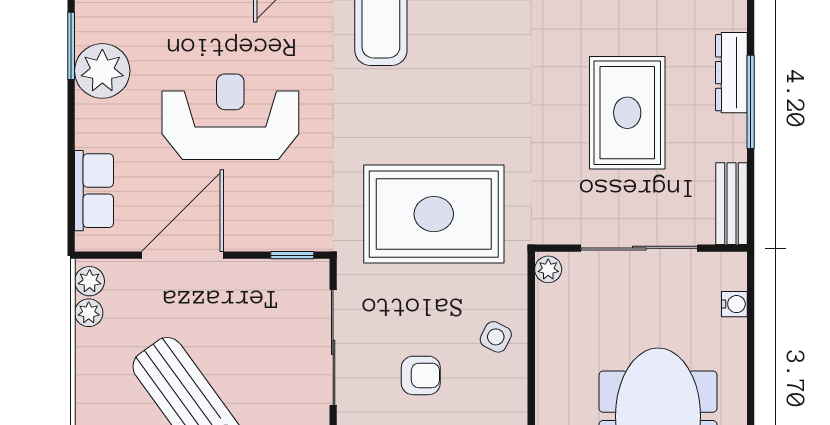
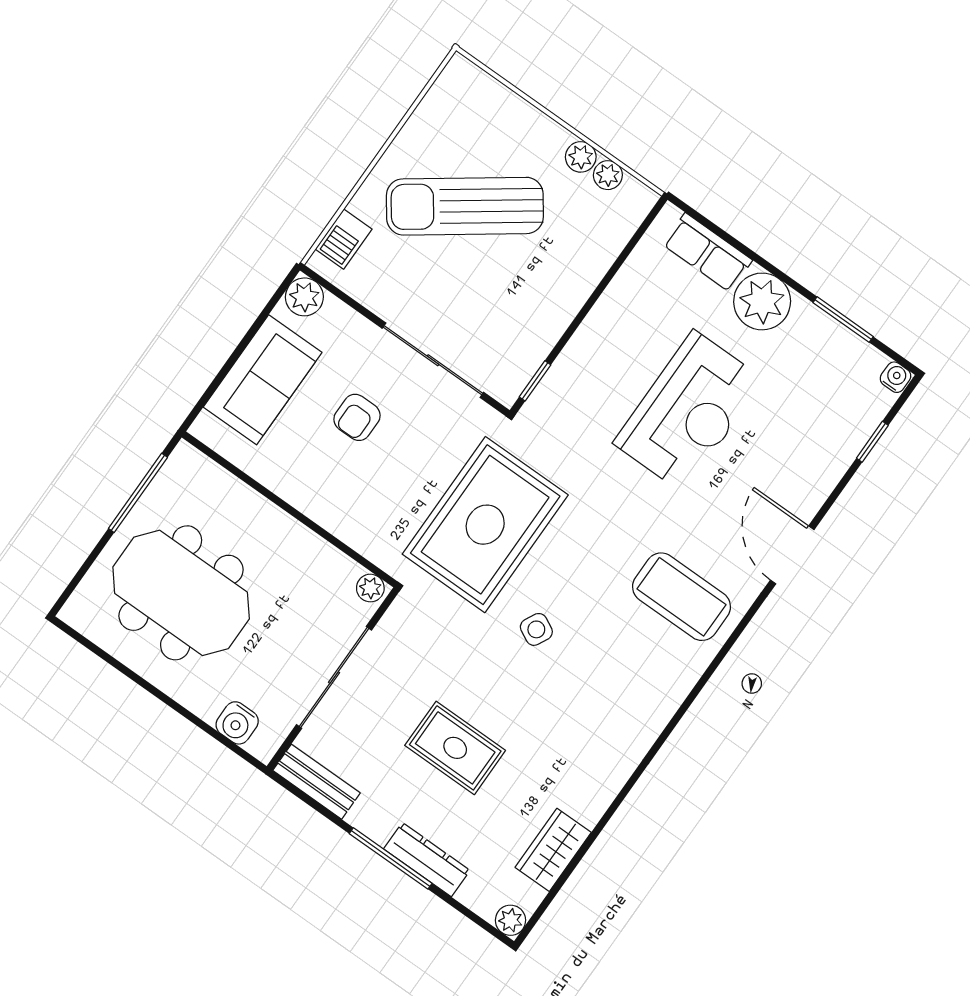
plant: (102, 71) -> (762, 301), moved
rug: (627, 113) -> (455, 748), width x0.73, depth x0.70
door: (182, 255) -> (601, 288), removed
plant: (90, 281) -> (581, 157), moved
water cooler: (734, 304) -> (237, 723), width x1.38, depth x1.38
side table: (496, 337) -> (536, 629), moved

